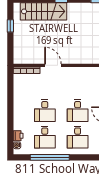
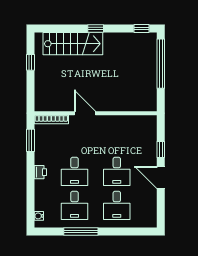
window: (10, 87) -> (30, 140), added
printer: (18, 136) -> (40, 172), moved
window: (50, 157) -> (81, 231), width x0.68

